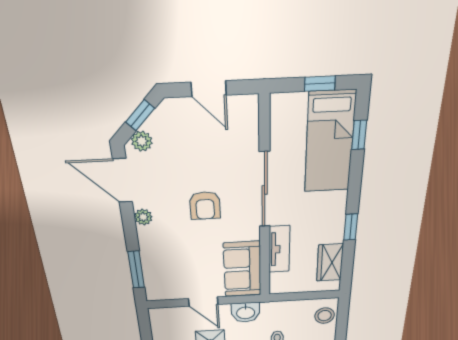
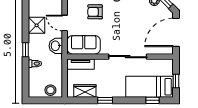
door: (209, 89) -> (176, 32), width x1.87
armchair: (205, 206) -> (95, 12), moved
tv unit: (279, 249) -> (80, 64), moved
door: (203, 302) -> (65, 23), hinge flipped

